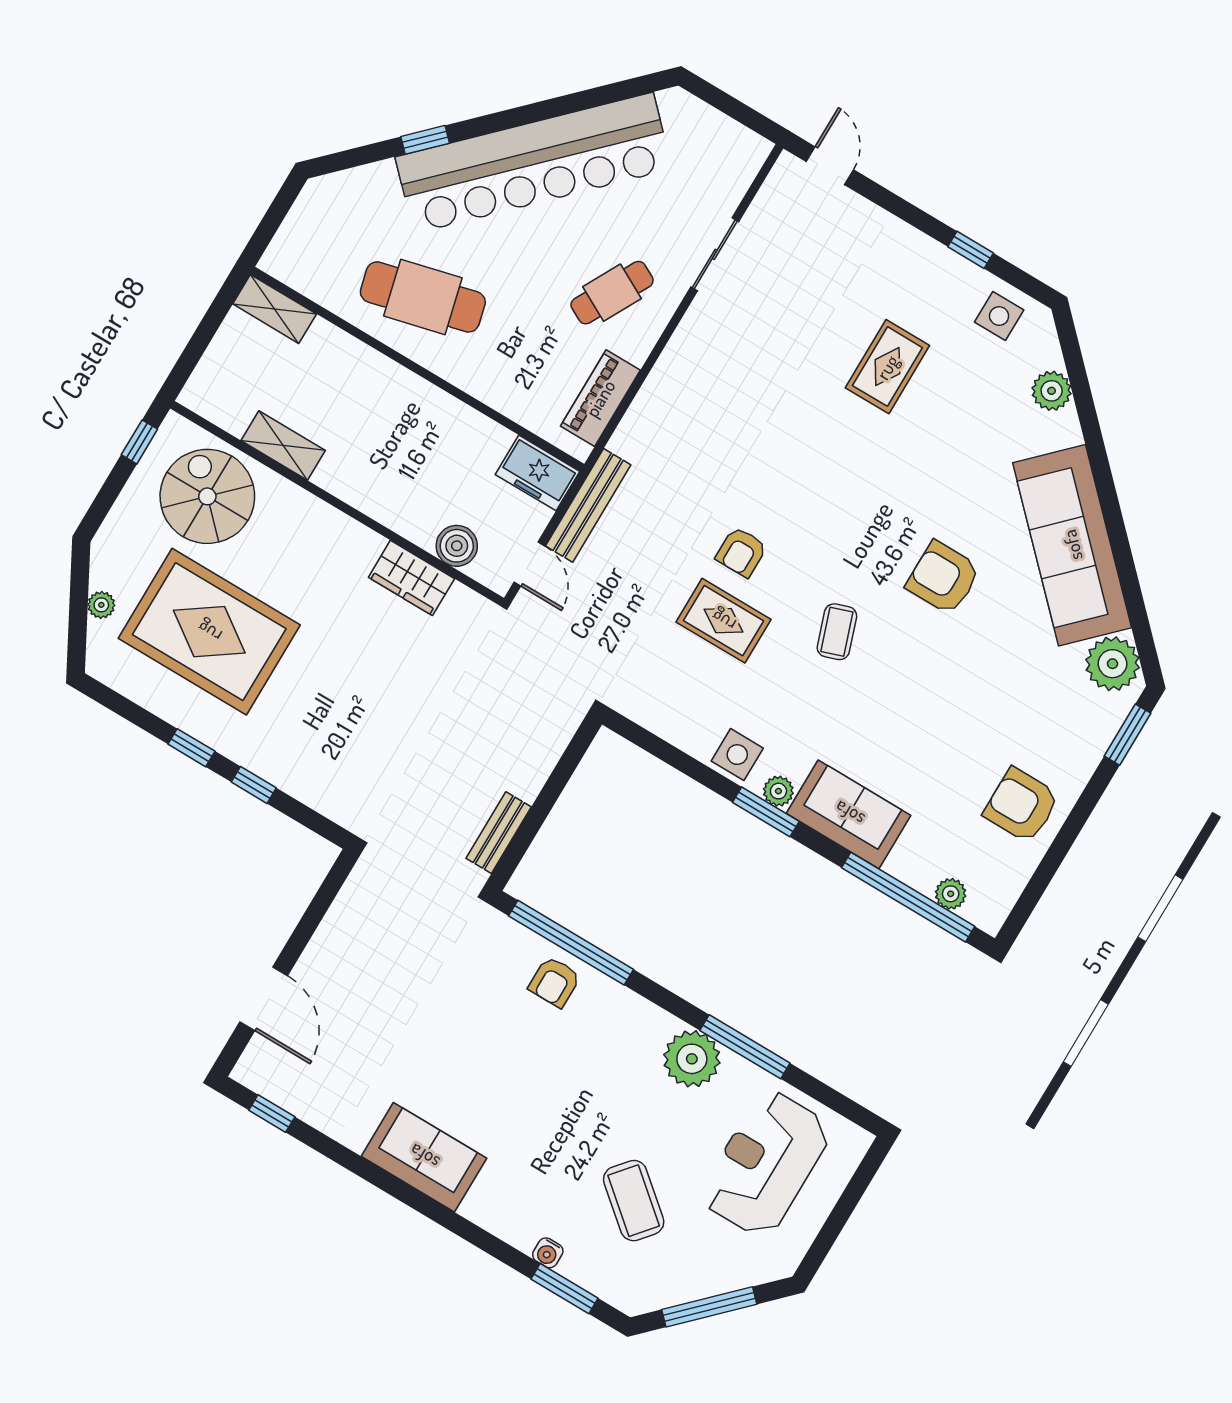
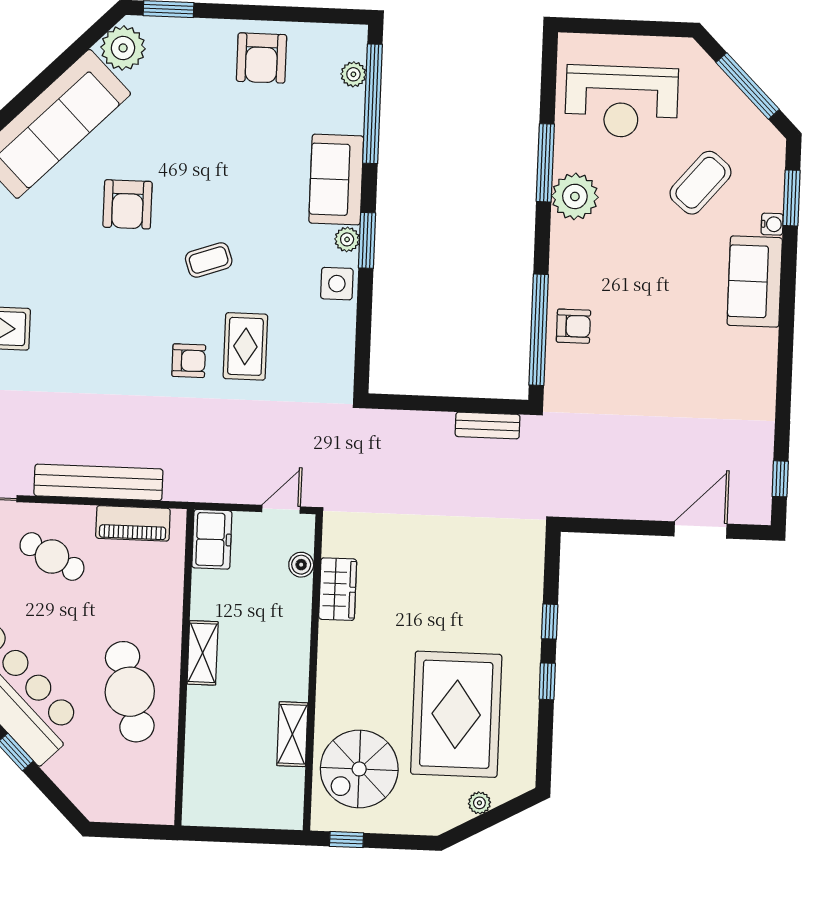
shelving: (275, 309) -> (203, 653), moved
bench: (588, 505) -> (98, 482), moved, width x1.37, depth x1.21
boiler: (457, 546) -> (301, 565), width x0.73, depth x0.73
sofa: (424, 1157) -> (755, 282), moved

